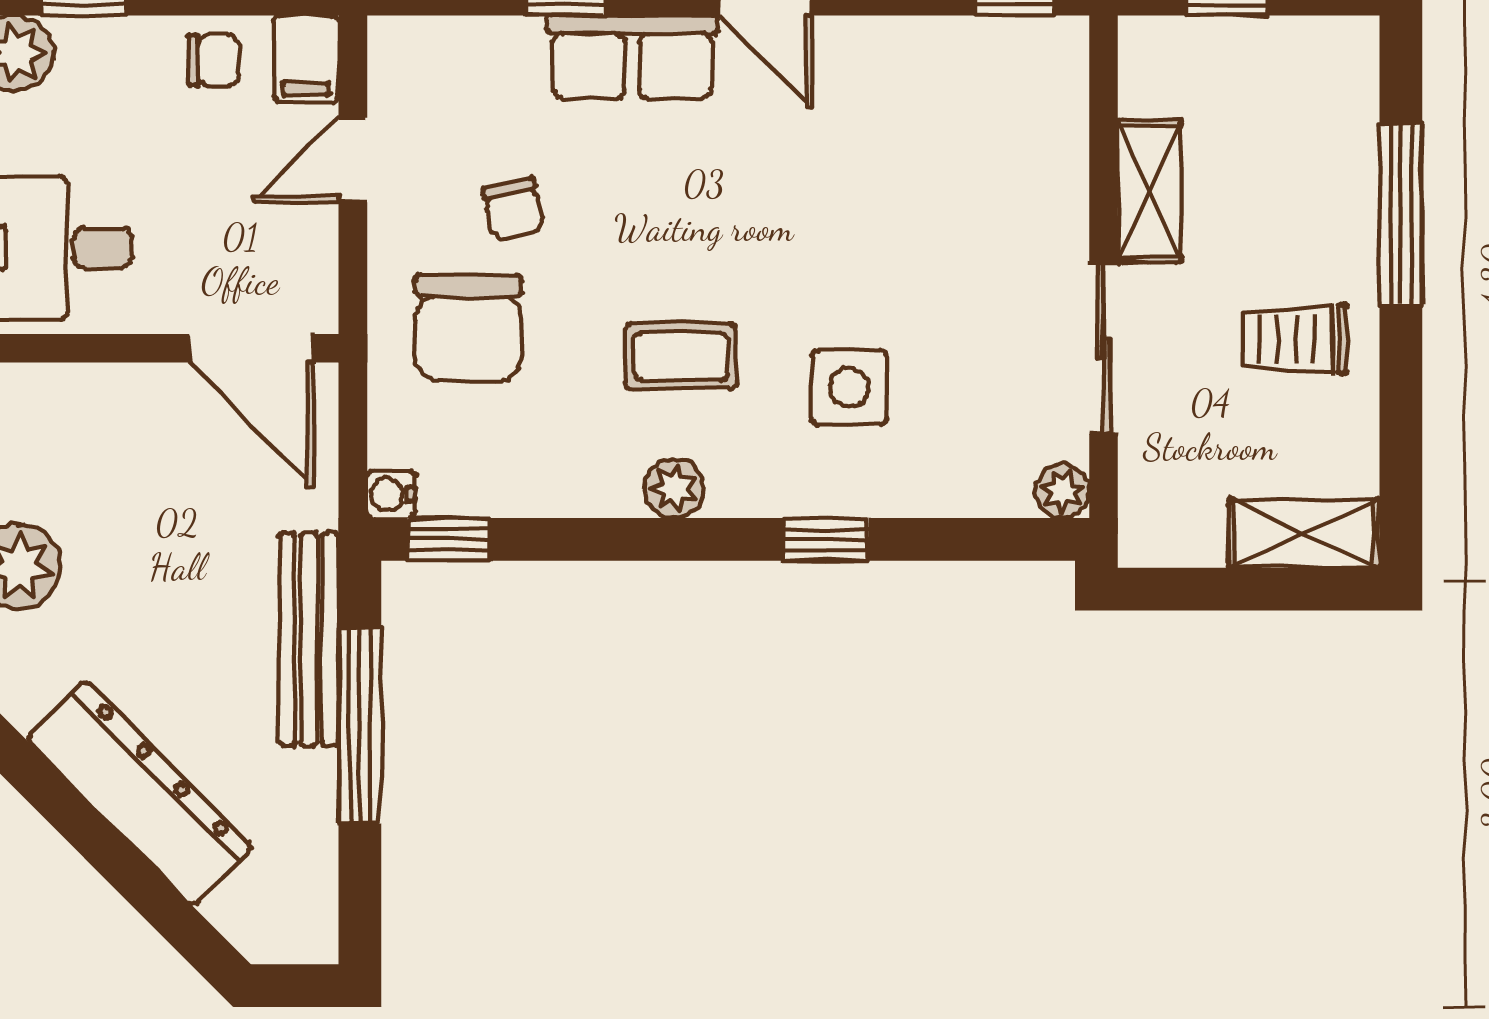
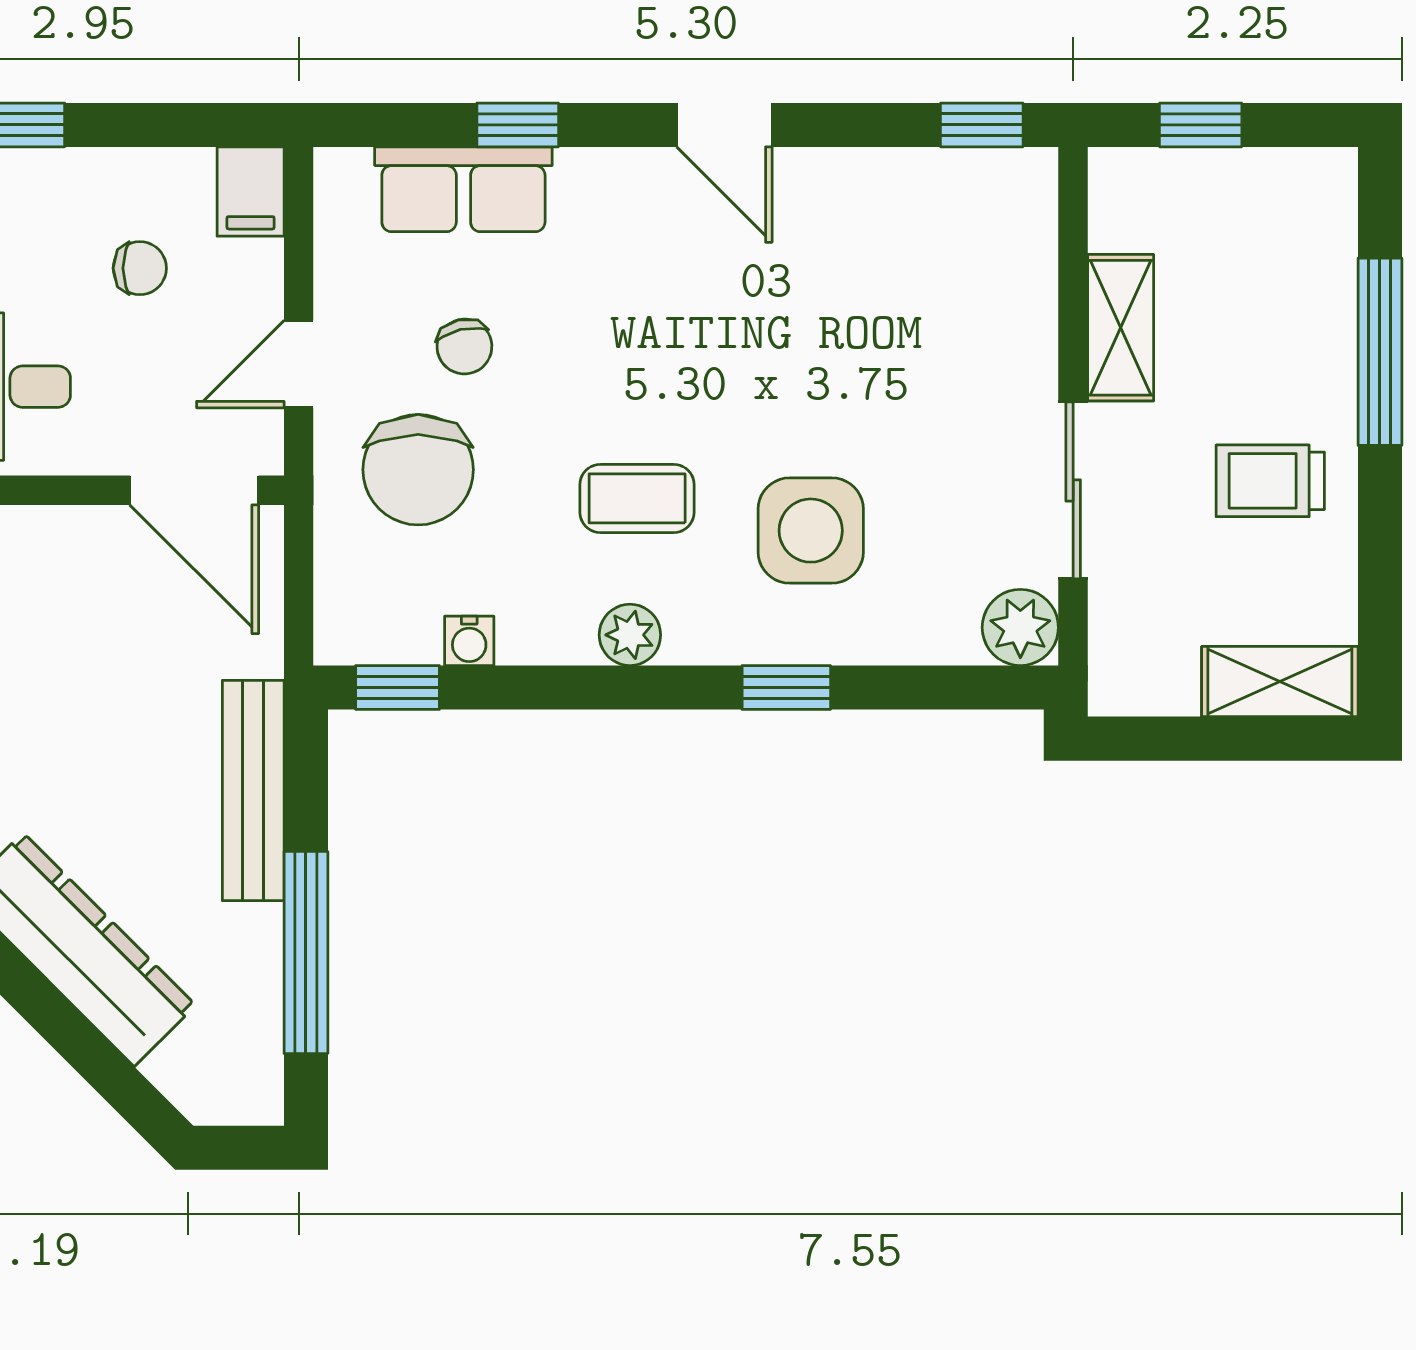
row of seats: (632, 57) -> (463, 189), moved
chair: (214, 60) -> (140, 268), moved
door: (353, 160) -> (299, 364), moved
side table: (849, 387) -> (811, 531), width x1.37, depth x1.37
plant: (1062, 491) -> (1020, 627), width x1.38, depth x1.38
water cooler: (391, 494) -> (469, 641), moved, turned -90
window: (360, 725) -> (306, 952), moved

